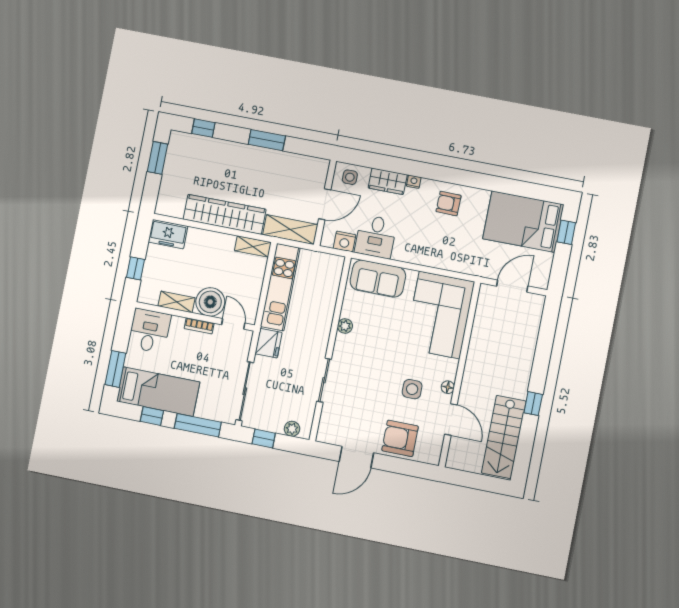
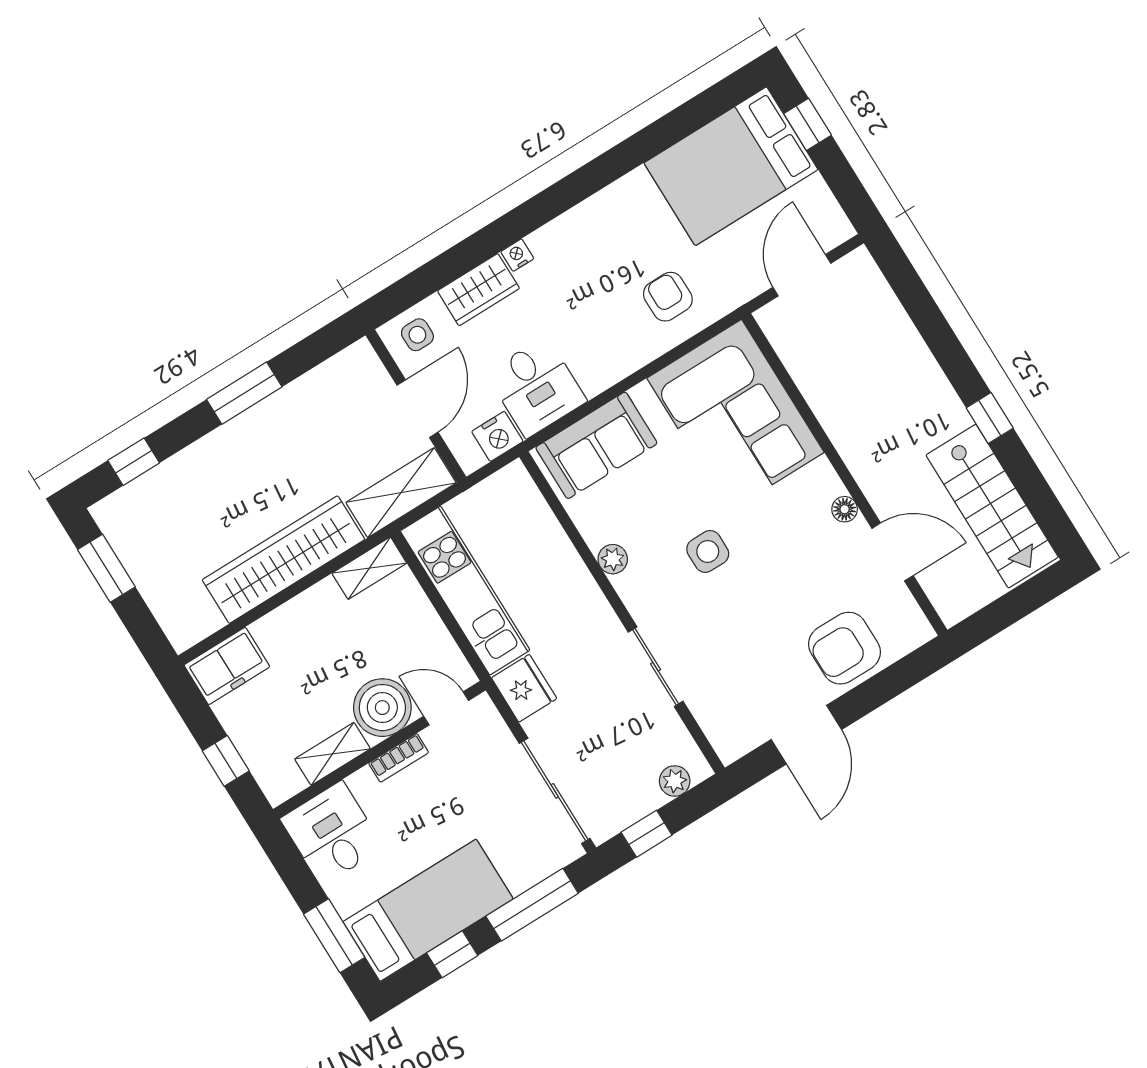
armchair: (449, 203) -> (668, 297), moved, turned 89
side table: (412, 389) -> (708, 551), moved

